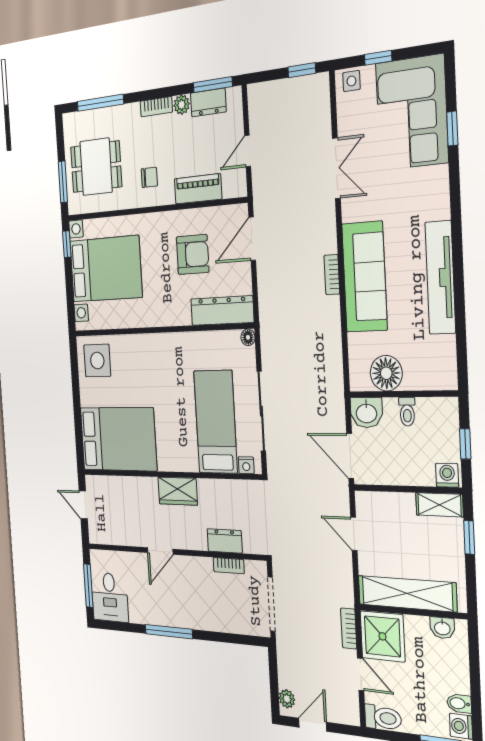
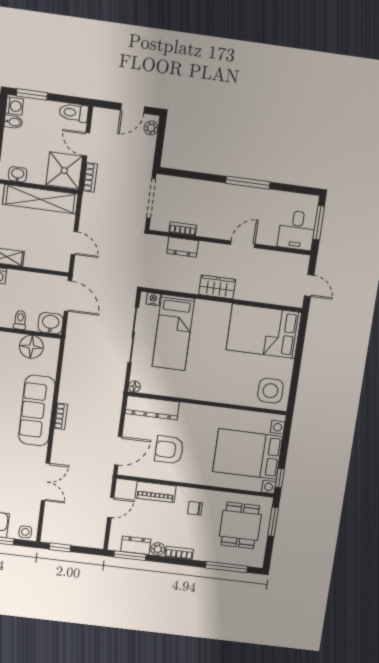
dining table: (96, 167) -> (240, 525), turned 90
double door: (336, 168) -> (45, 482), swing flipped
desk: (110, 597) -> (297, 230), moved, turned 180

